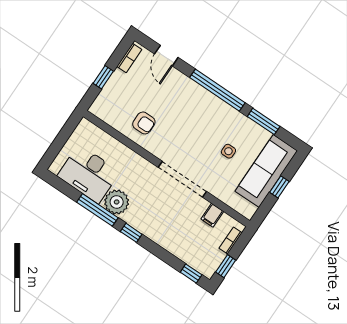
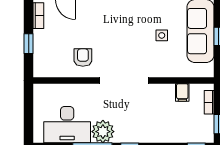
armchair: (144, 123) -> (83, 57), turned -90
doorway: (182, 179) -> (124, 80), moved

